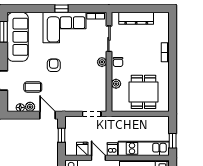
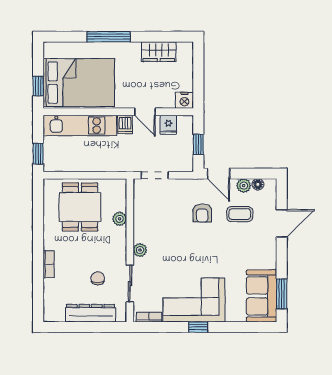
sofa: (18, 37) -> (262, 296), width x0.73
chair: (118, 62) -> (98, 278), moved
armchair: (54, 65) -> (202, 213), moved
window: (173, 141) -> (38, 154), moved

